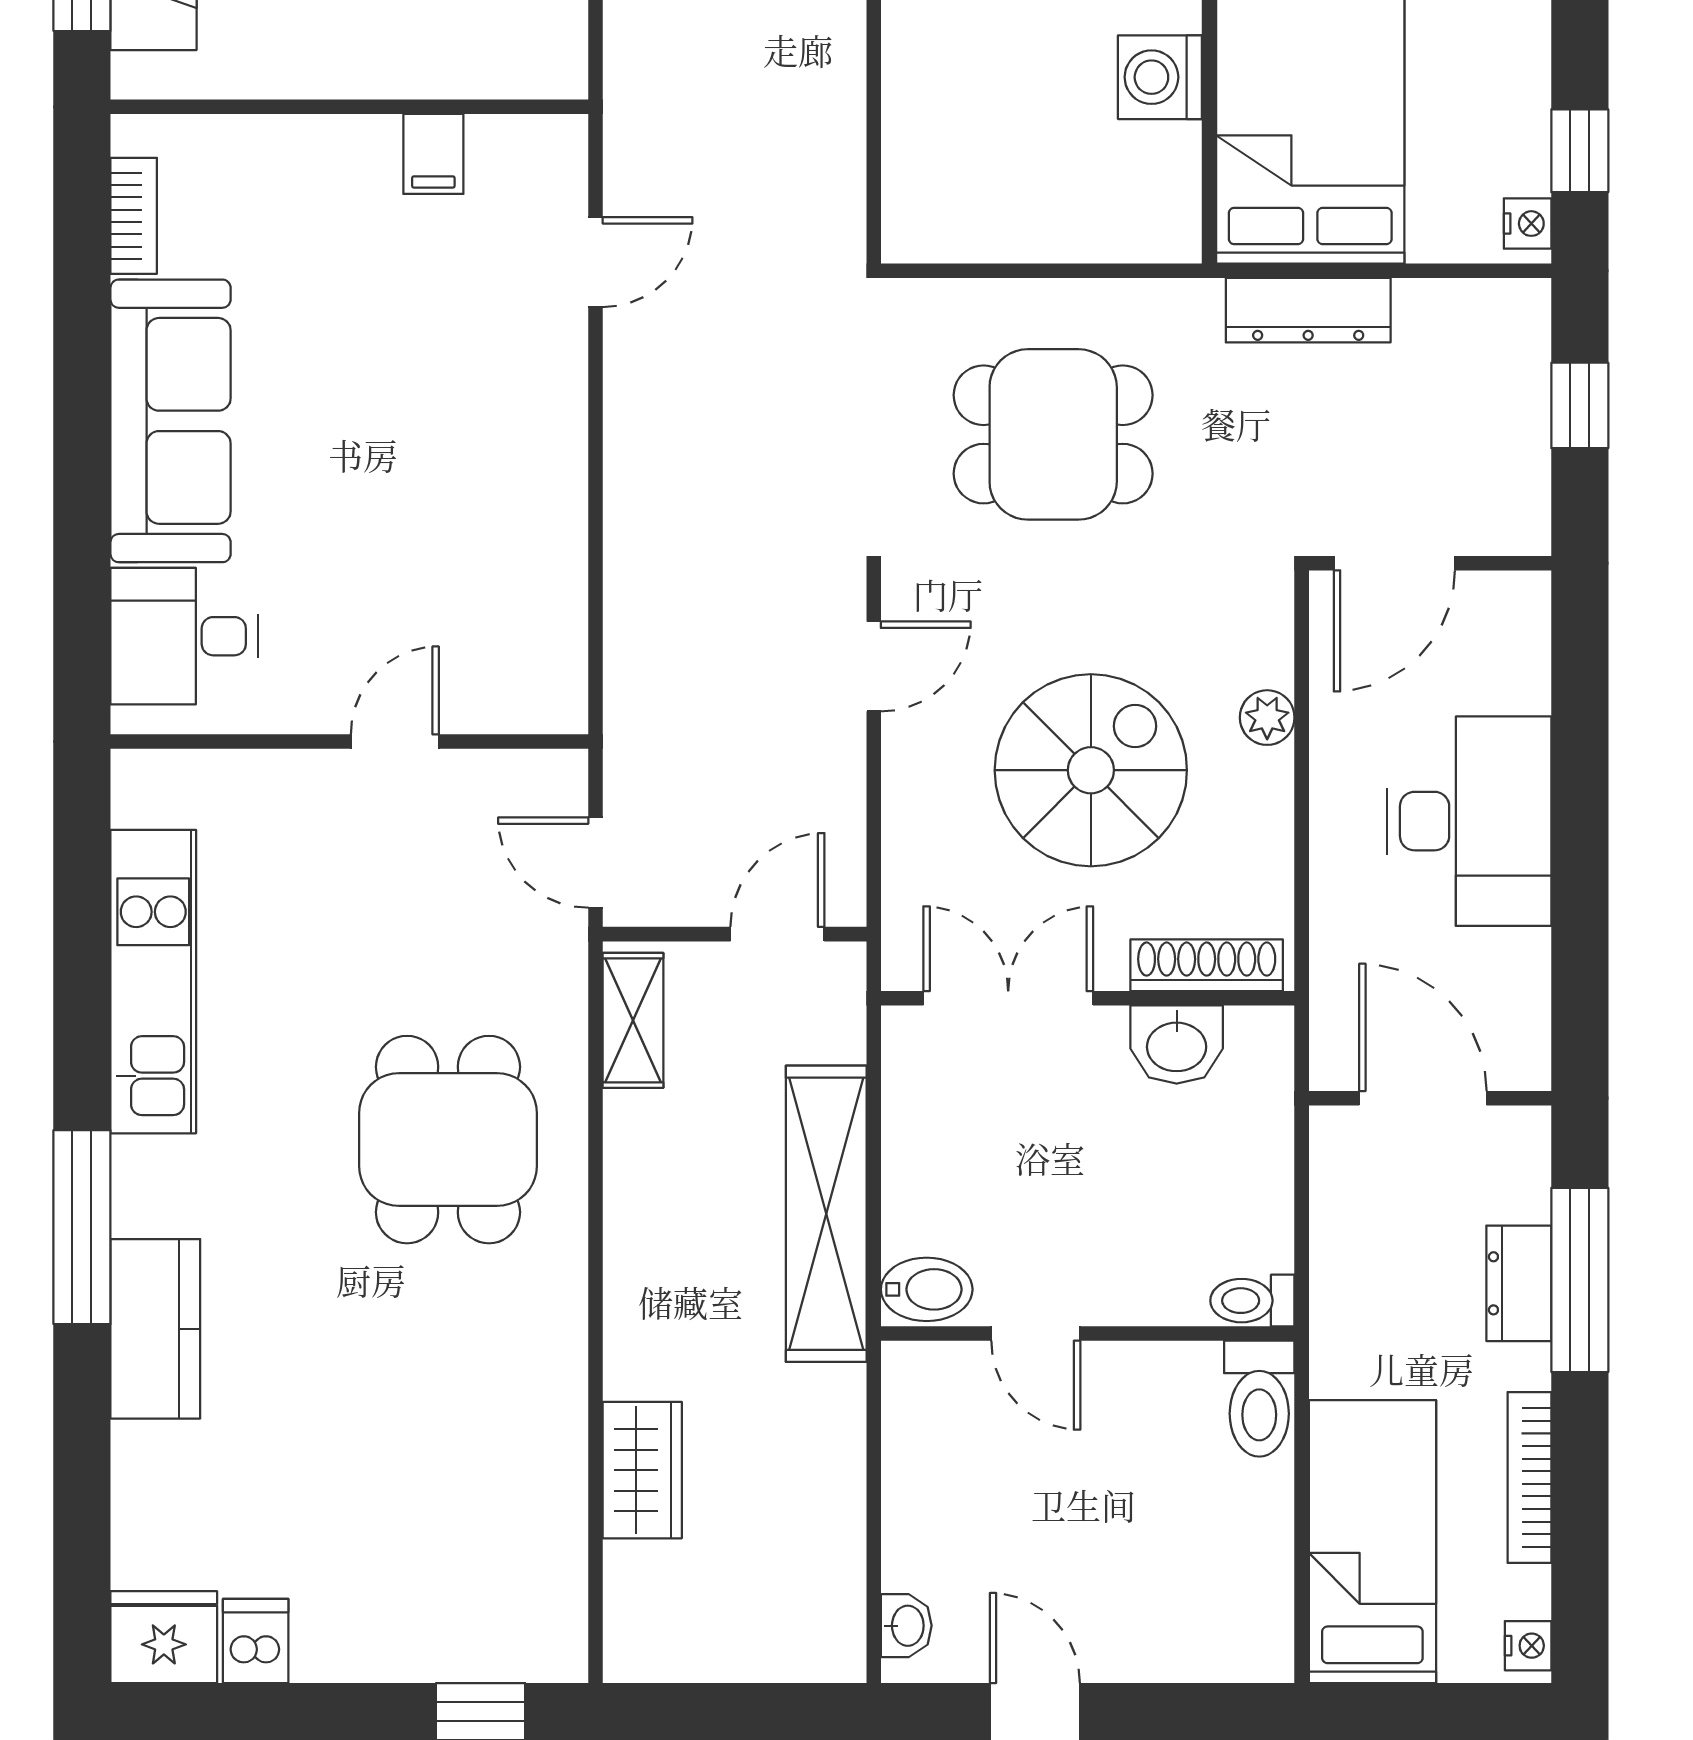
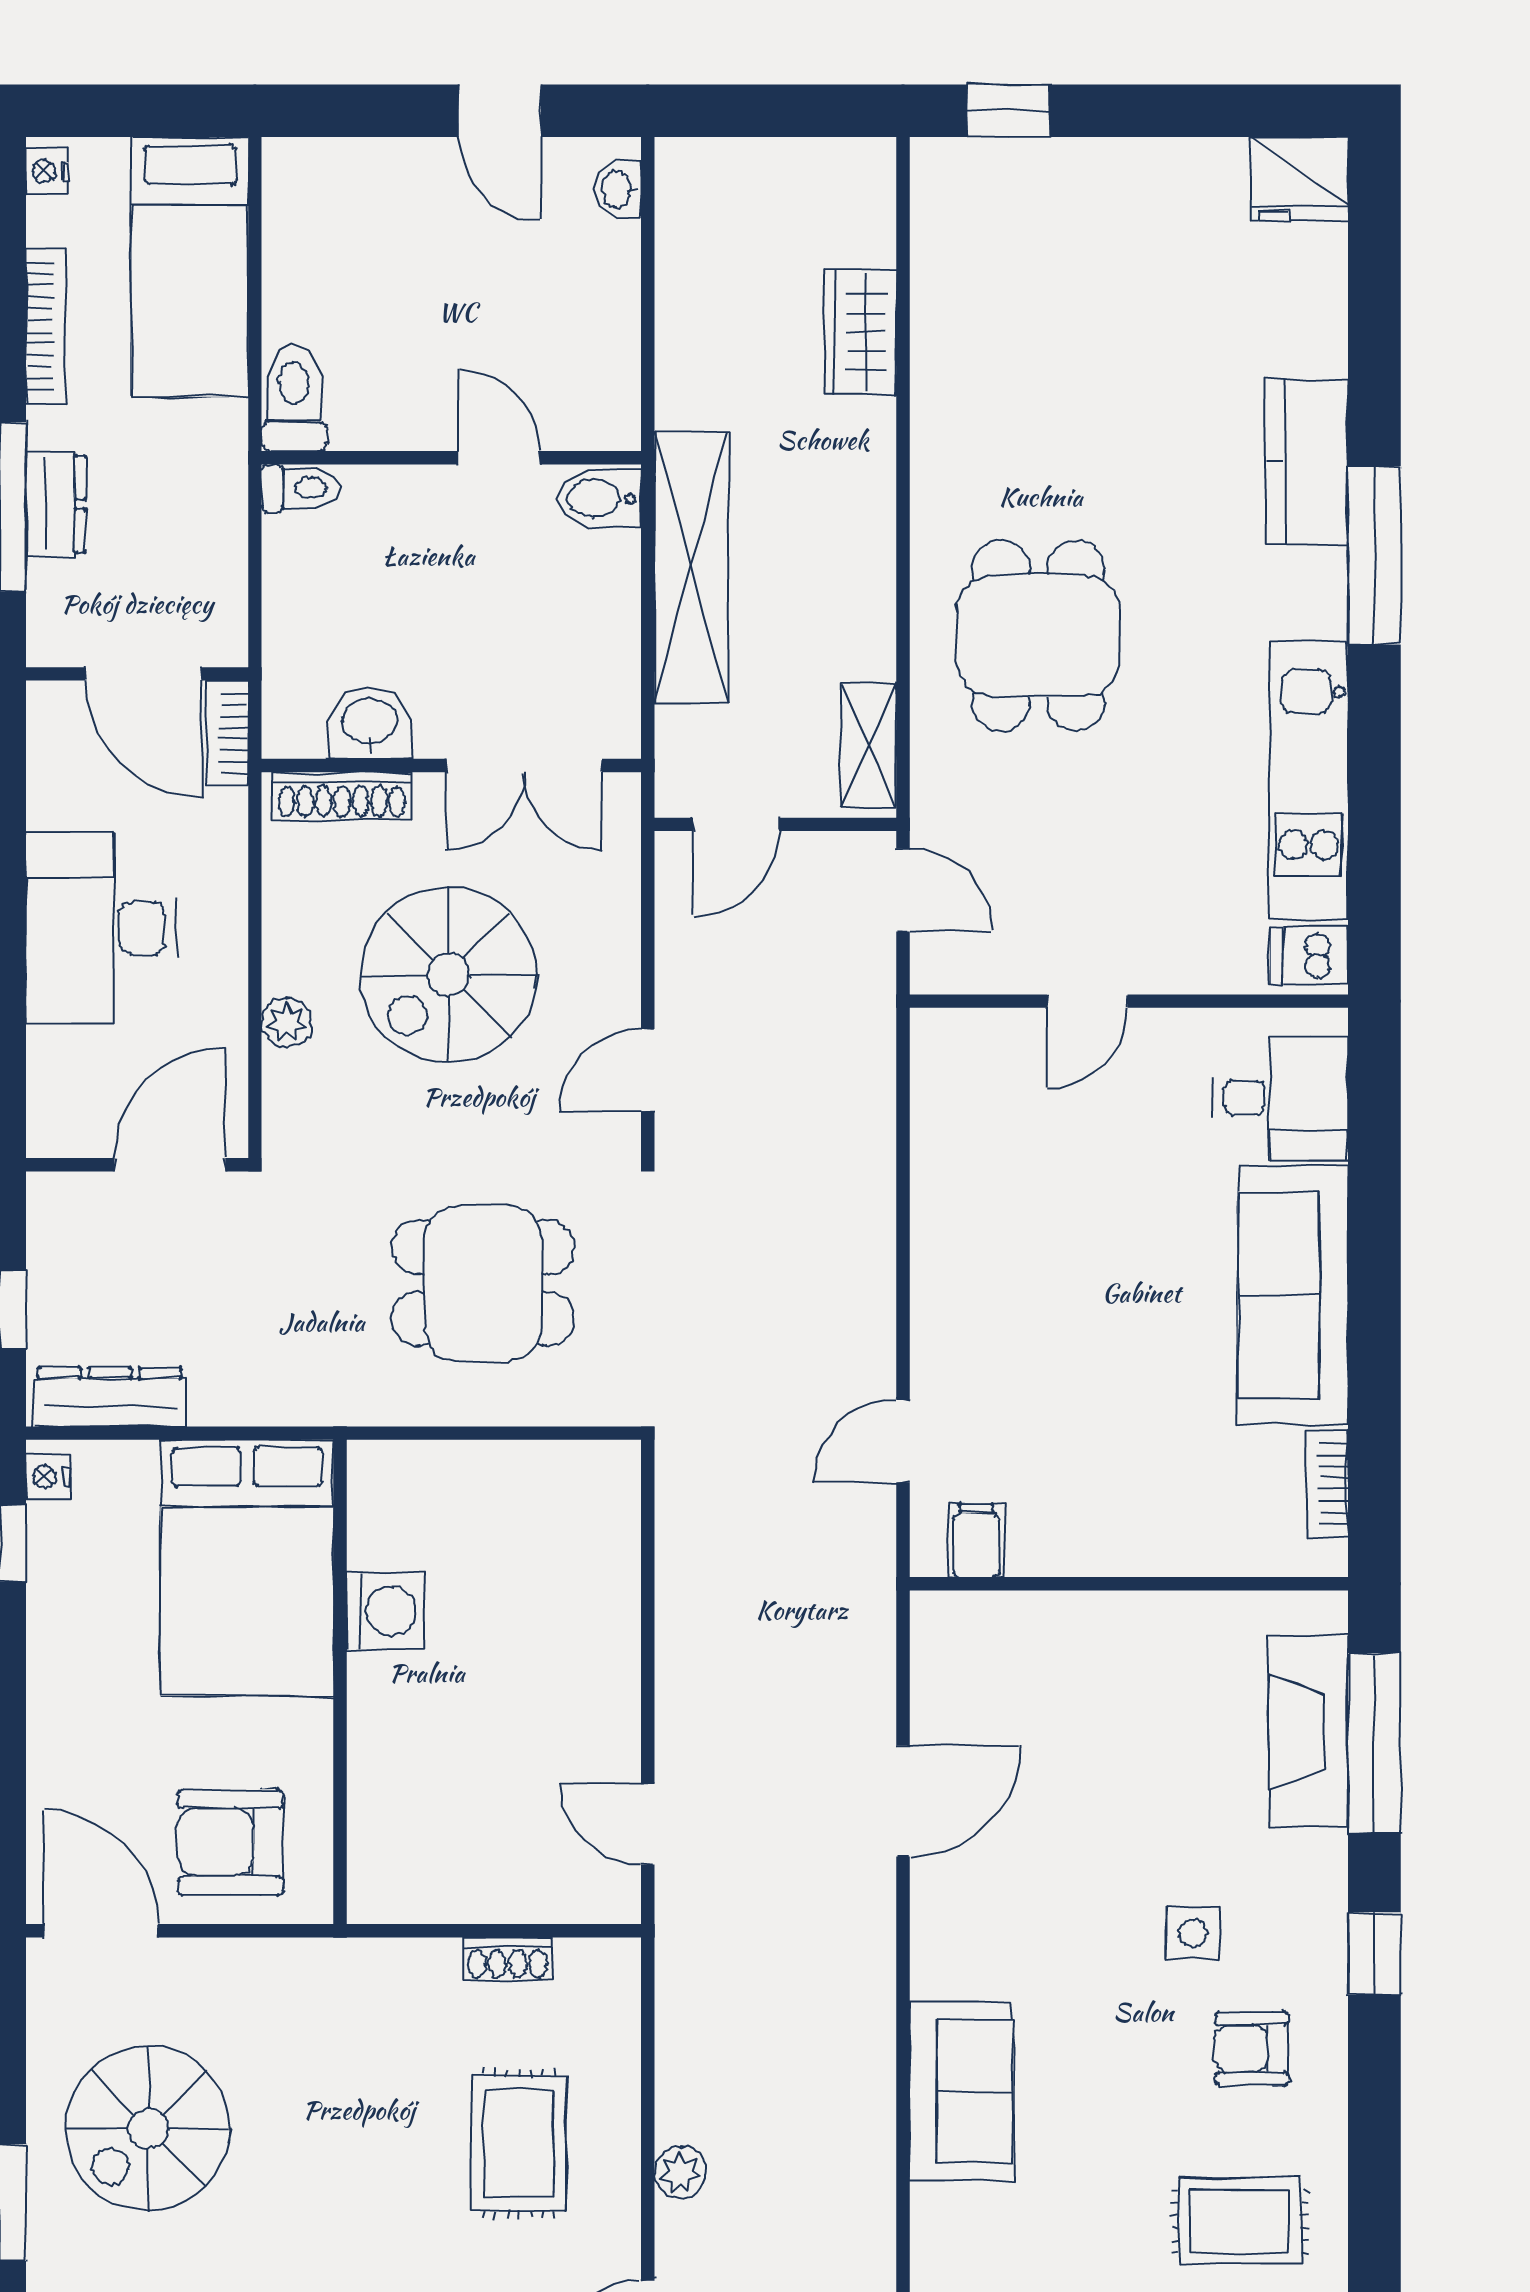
filing cabinet: (433, 154) -> (976, 1540), moved
dresser: (1308, 310) -> (110, 1397), moved
bookcase: (1332, 1033) -> (227, 733), added
dishwasher: (256, 1641) -> (1310, 955), moved, turned 90

